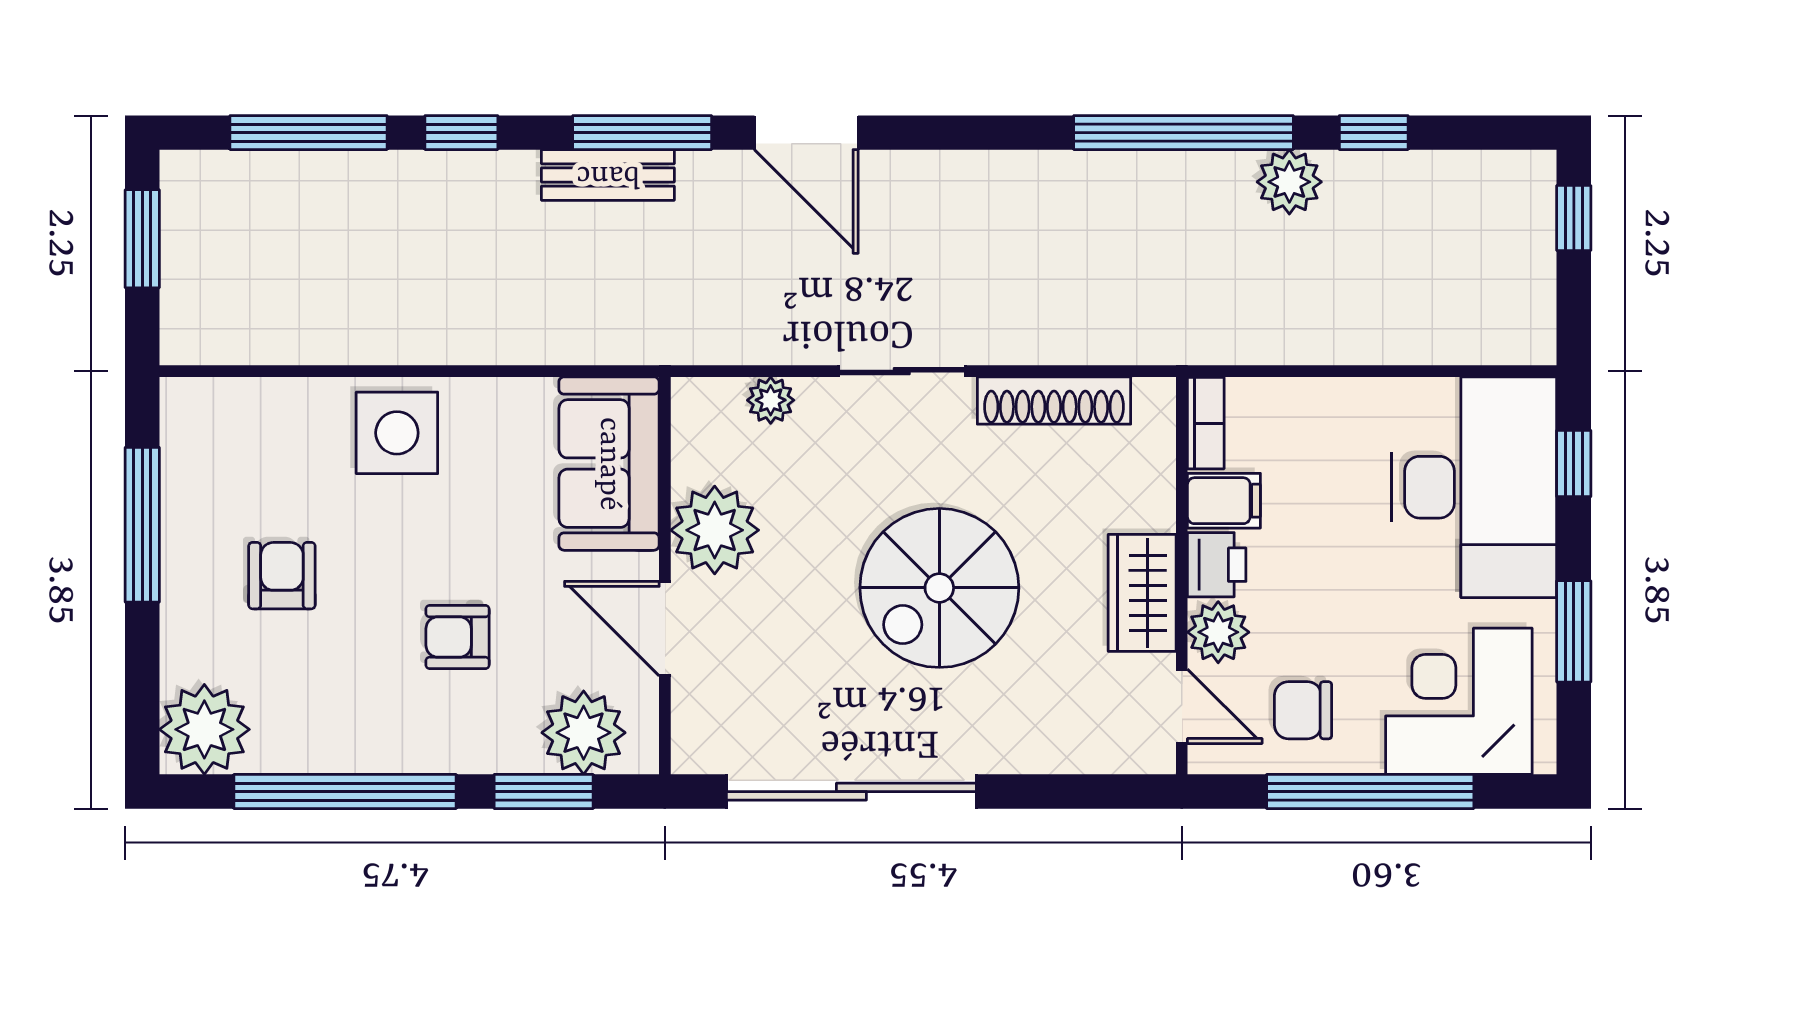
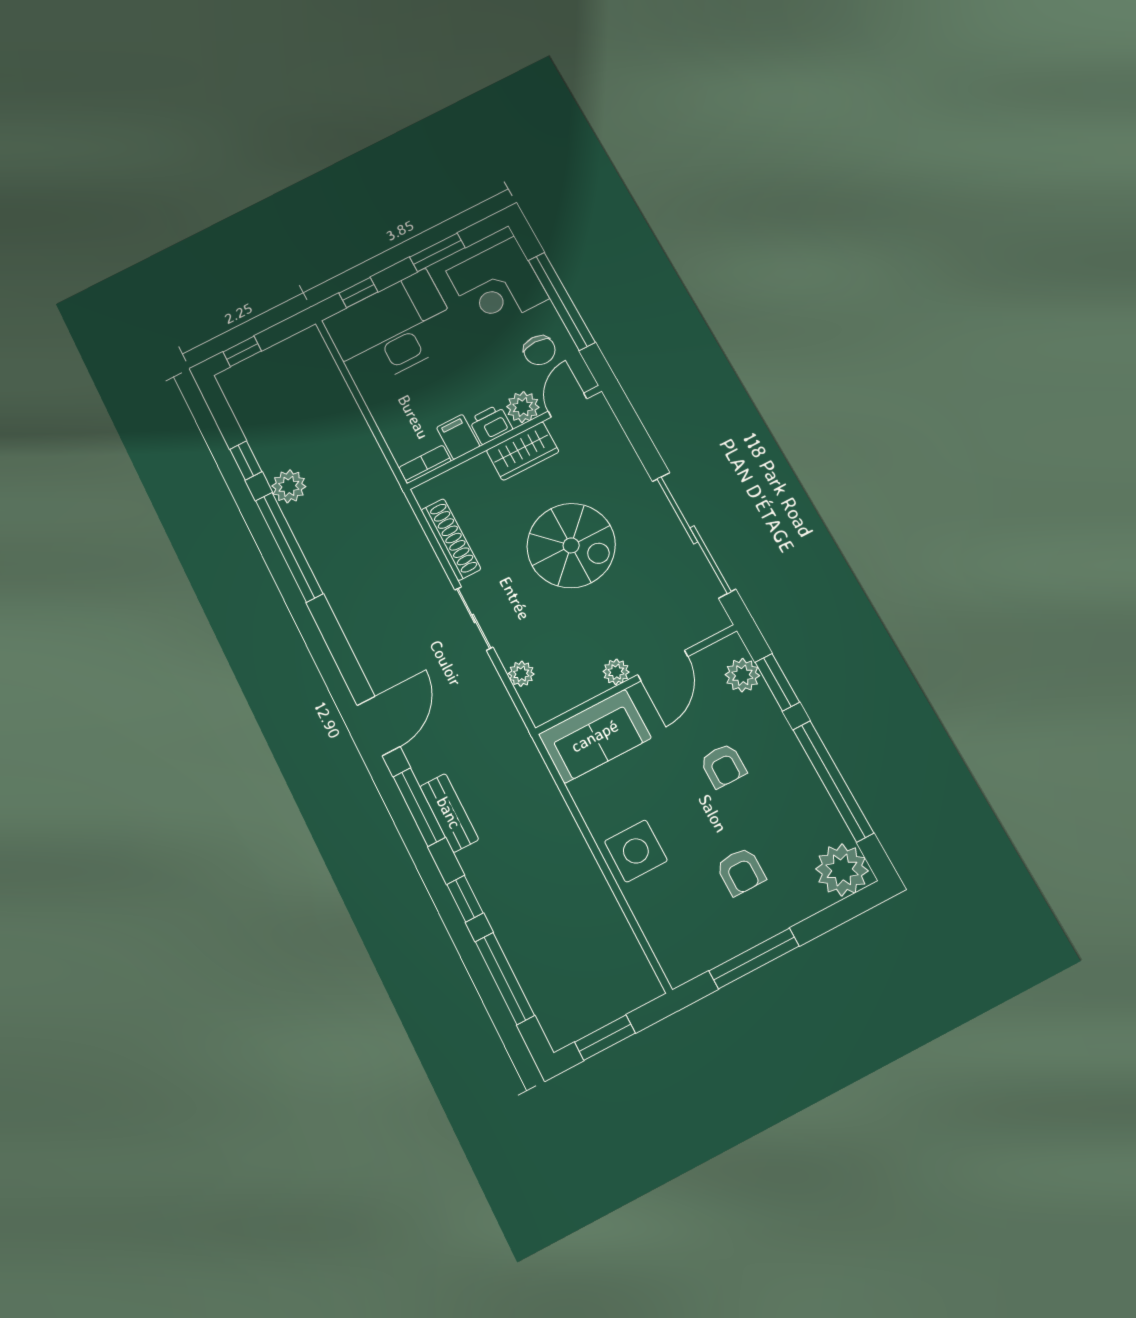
plant: (715, 530) -> (616, 672), width x0.53, depth x0.53
armchair: (282, 576) -> (741, 872), turned -90
plant: (584, 733) -> (742, 675), width x0.73, depth x0.73

